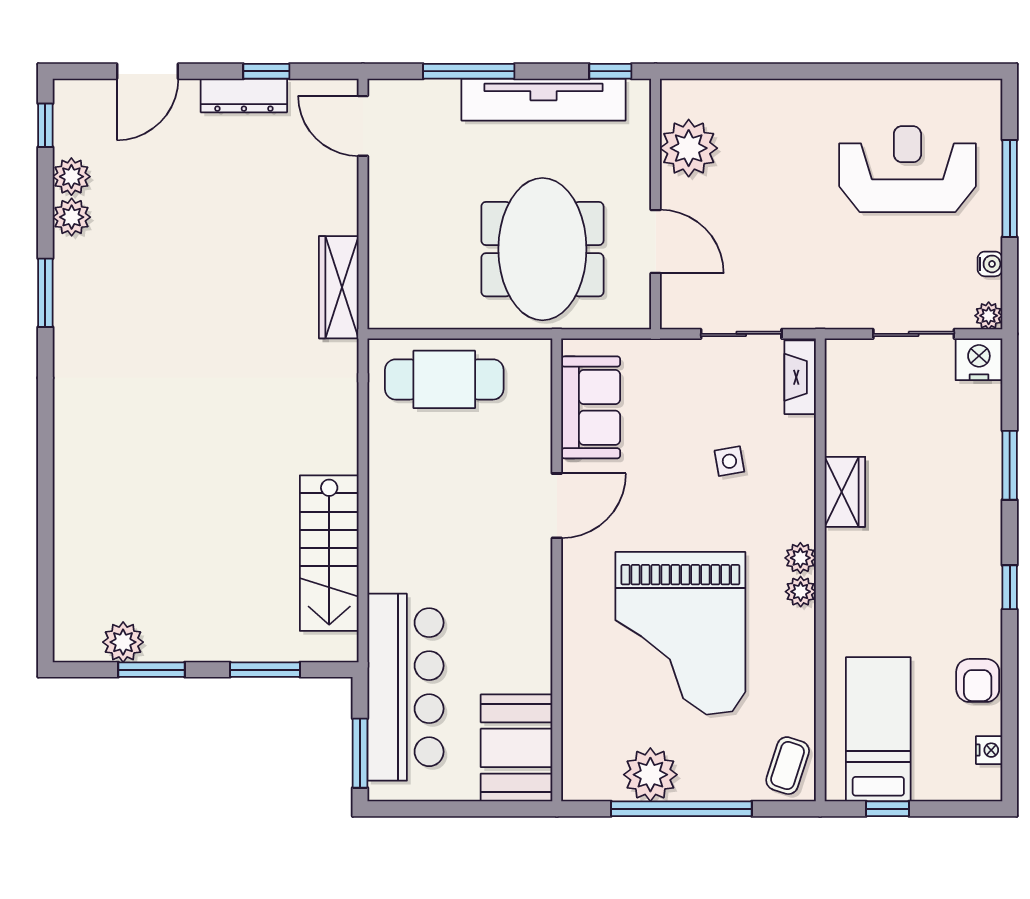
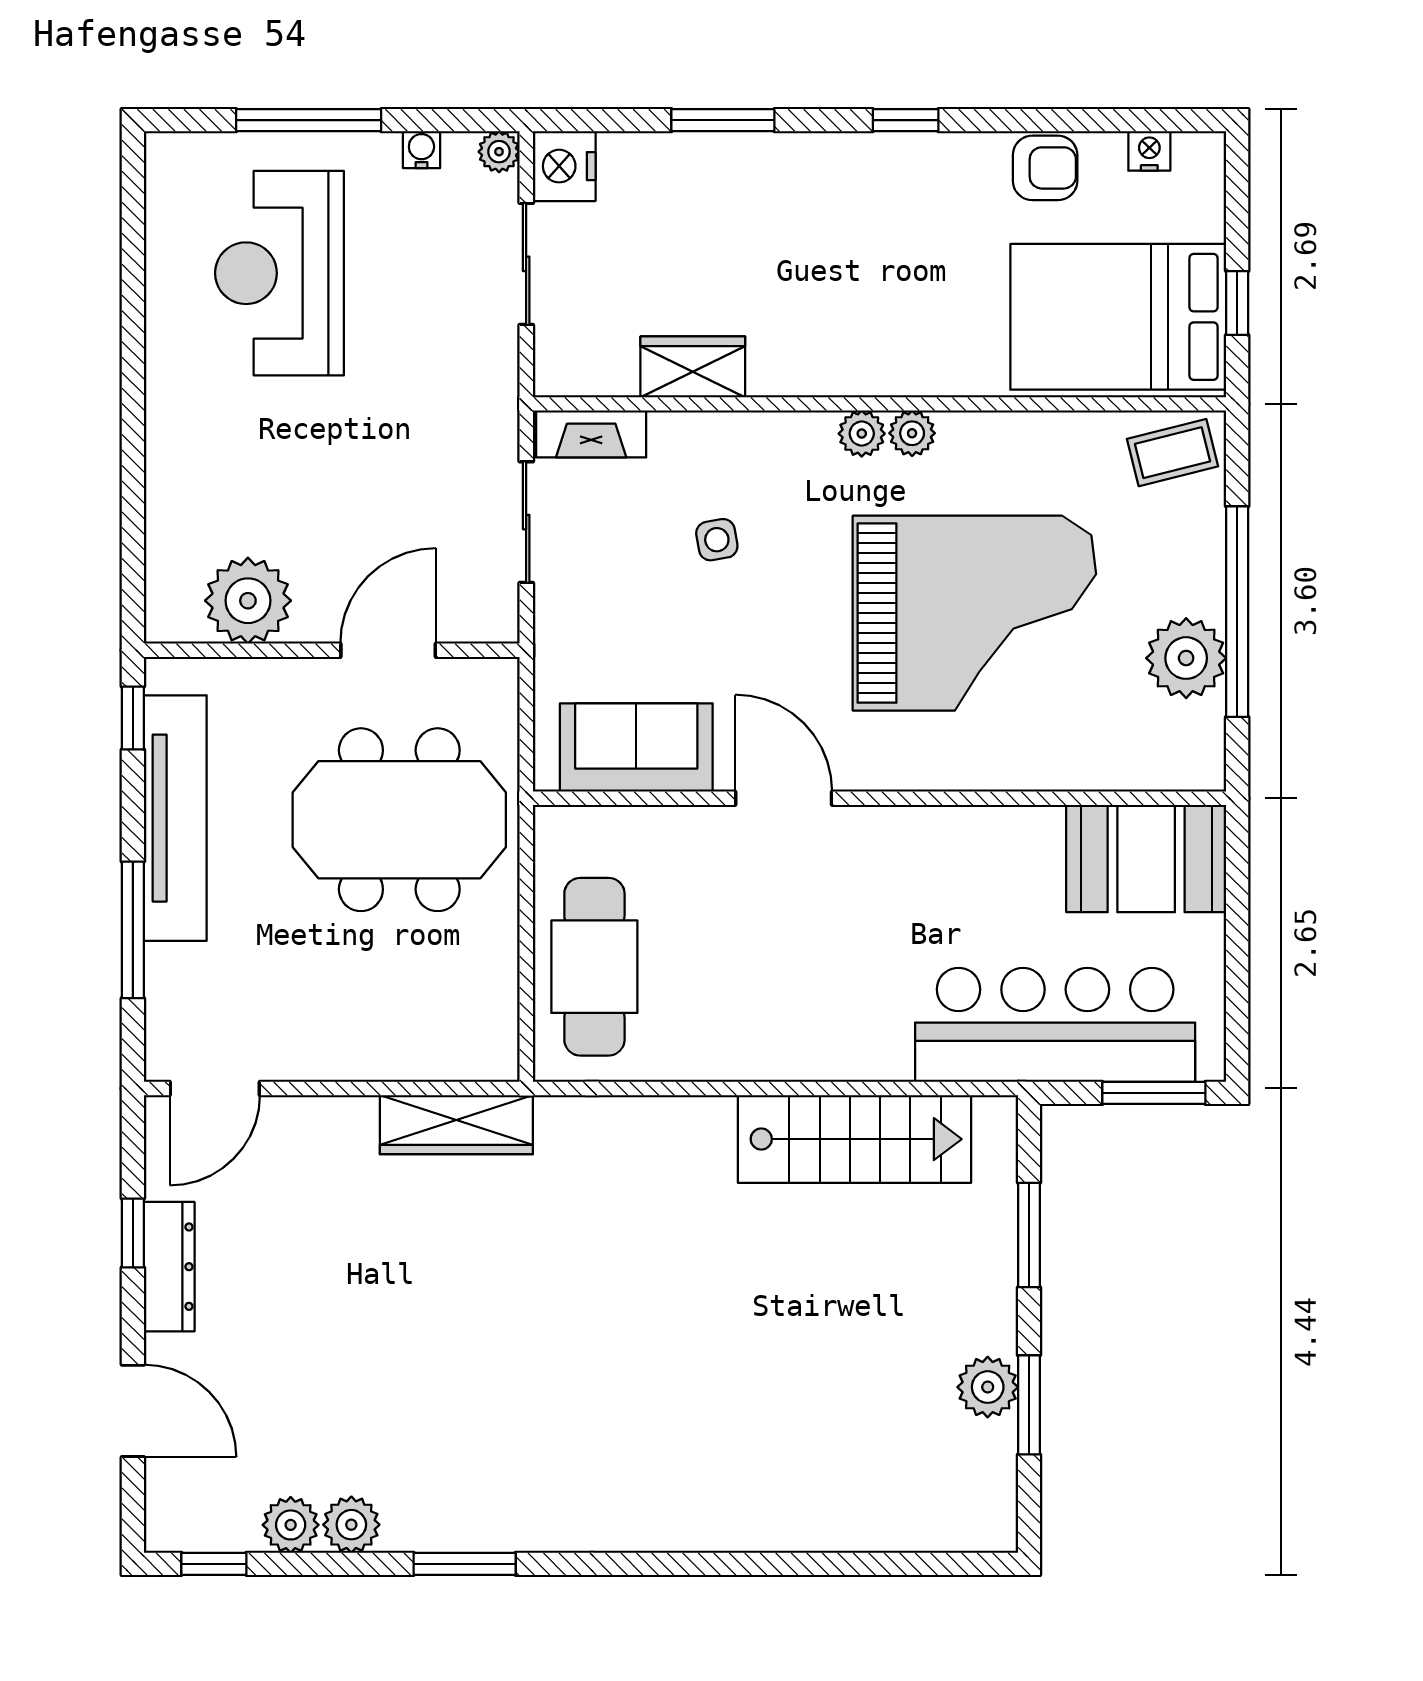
wardrobe: (845, 492) -> (693, 367), moved
plant: (123, 642) -> (988, 1387), moved
bed: (878, 729) -> (1118, 317), width x1.50
coffee table: (788, 766) -> (1173, 453), turned -32

